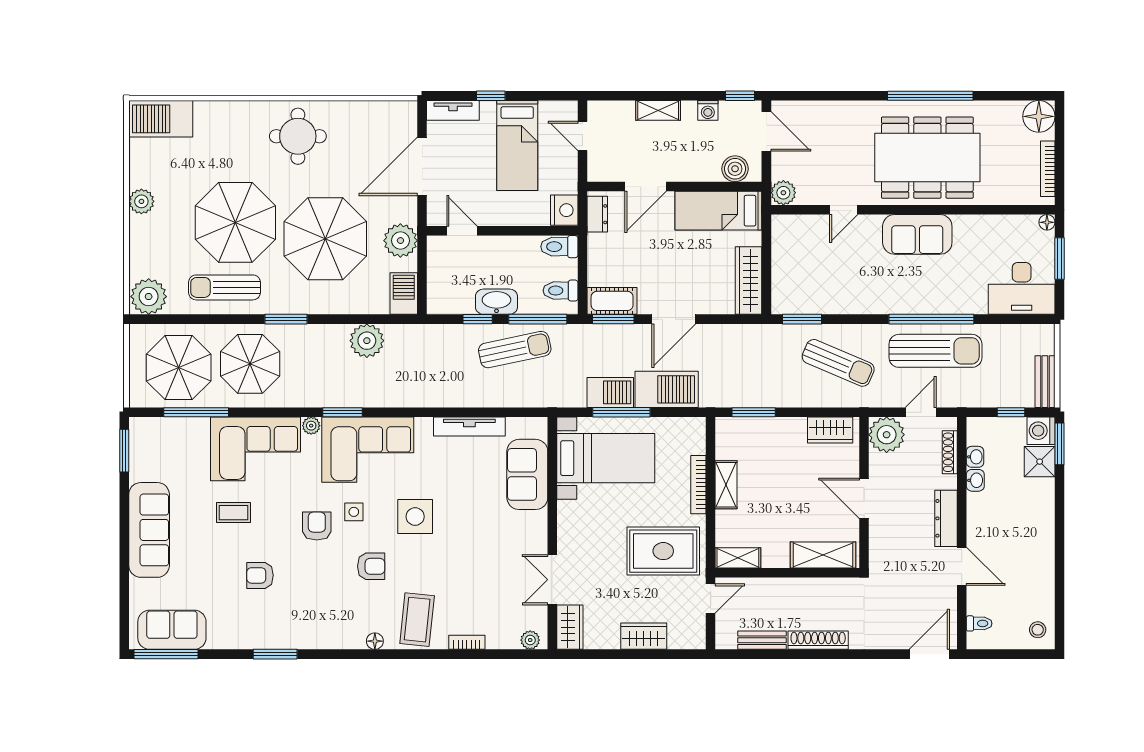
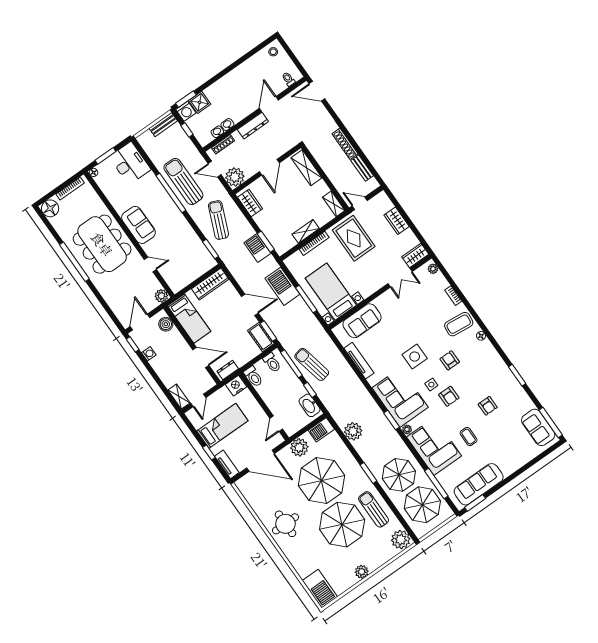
shelving: (658, 110) -> (179, 396), moved
sun lounger: (224, 287) -> (374, 509), turned 180
washbasin: (496, 302) -> (309, 405), moved
barbecue: (610, 392) -> (257, 248), moved
armchair: (317, 526) -> (449, 396), turned -90
sofa: (149, 530) -> (479, 484), moved

